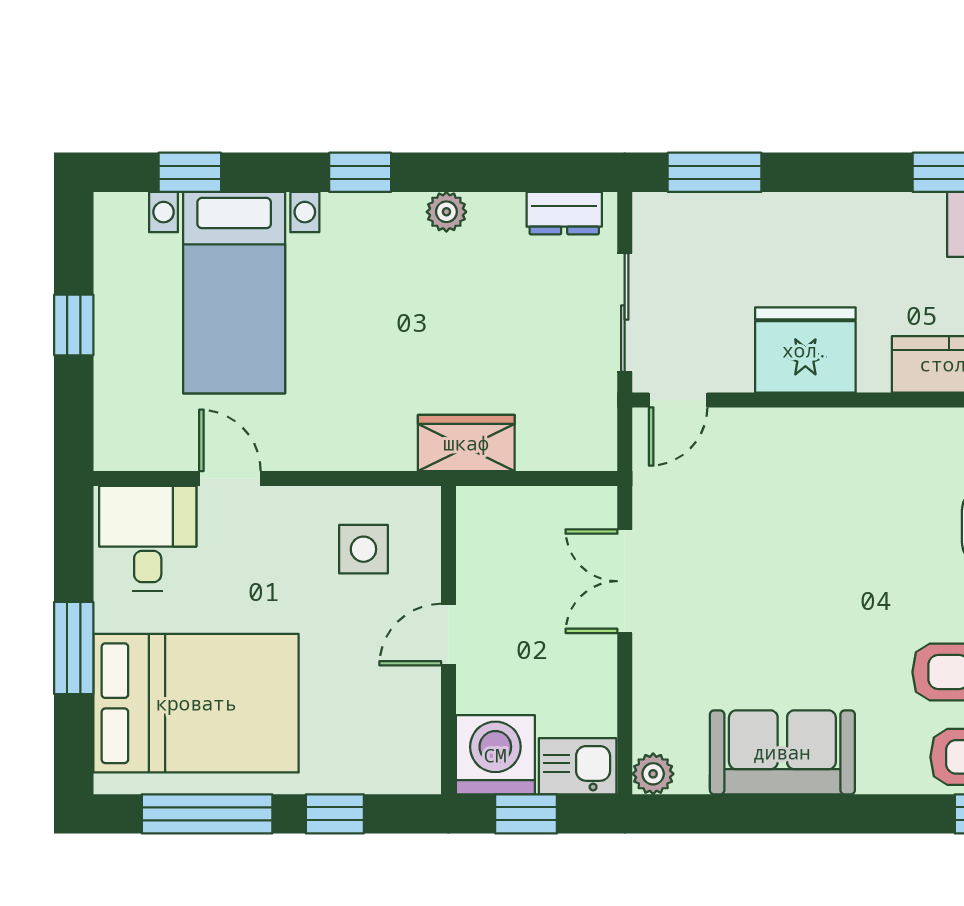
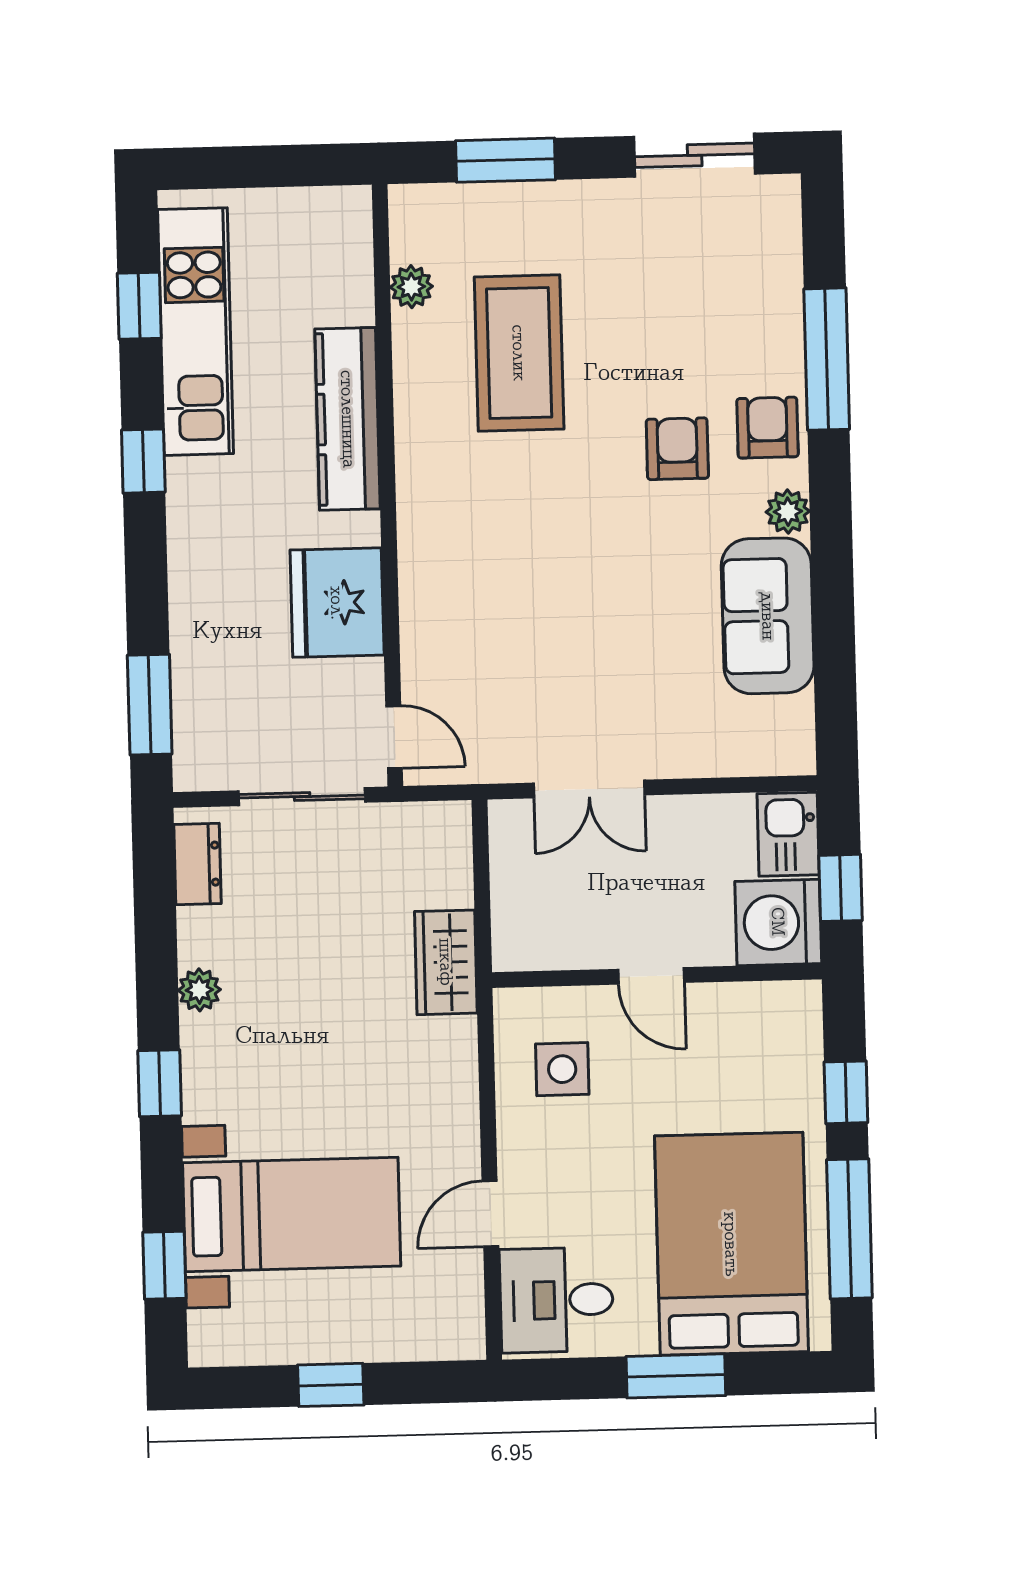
plant: (653, 774) -> (788, 512), moved

